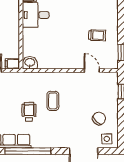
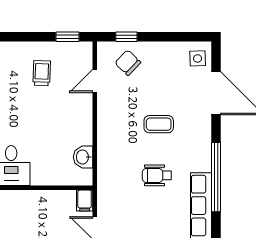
washbasin: (30, 63) -> (83, 157), moved
coffee table: (53, 101) -> (159, 124), moved
chair: (99, 118) -> (128, 63), moved

